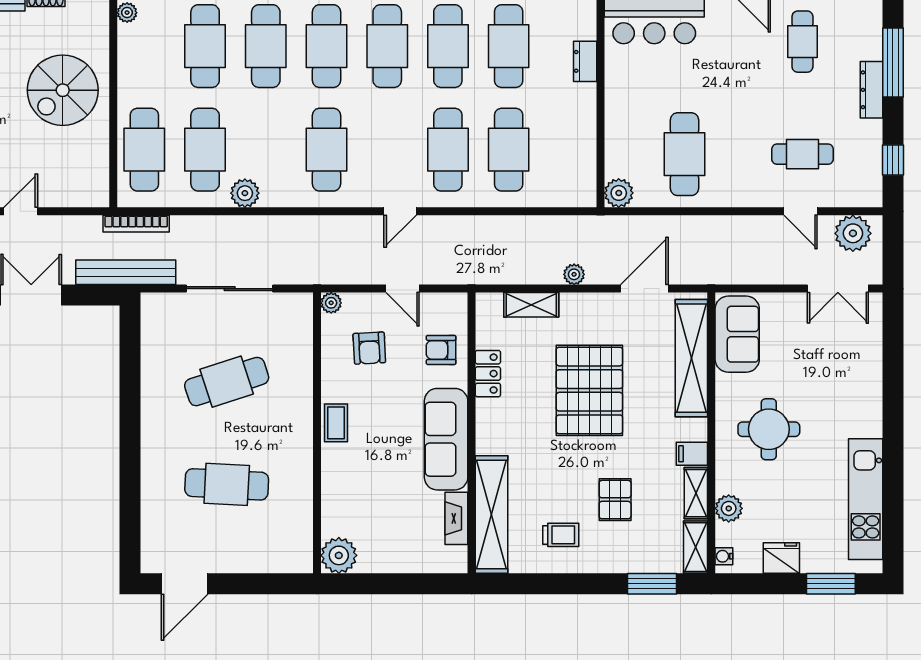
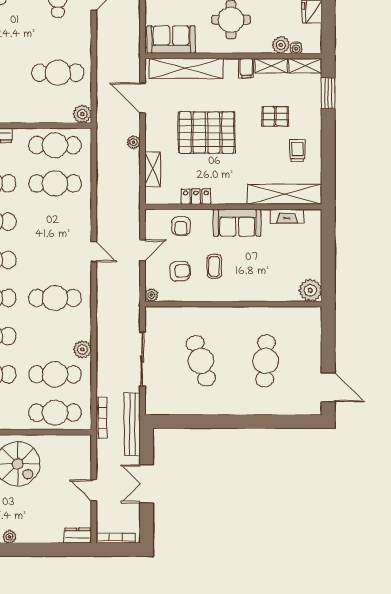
cafe table: (448, 150) -> (55, 145), moved
coffee table: (336, 423) -> (214, 266), moved, turned 90
sofa: (446, 439) -> (237, 223), width x0.73
water cooler: (724, 556) -> (296, 48), moved

